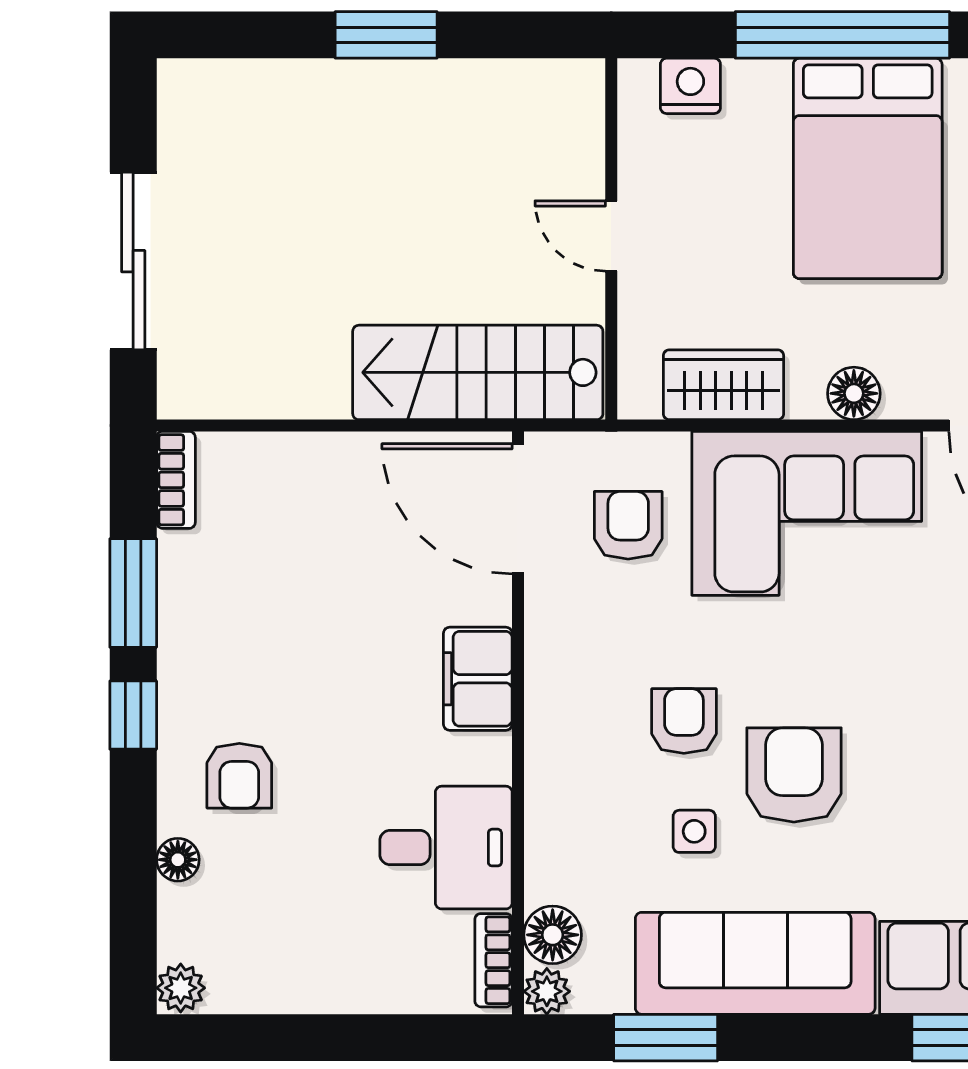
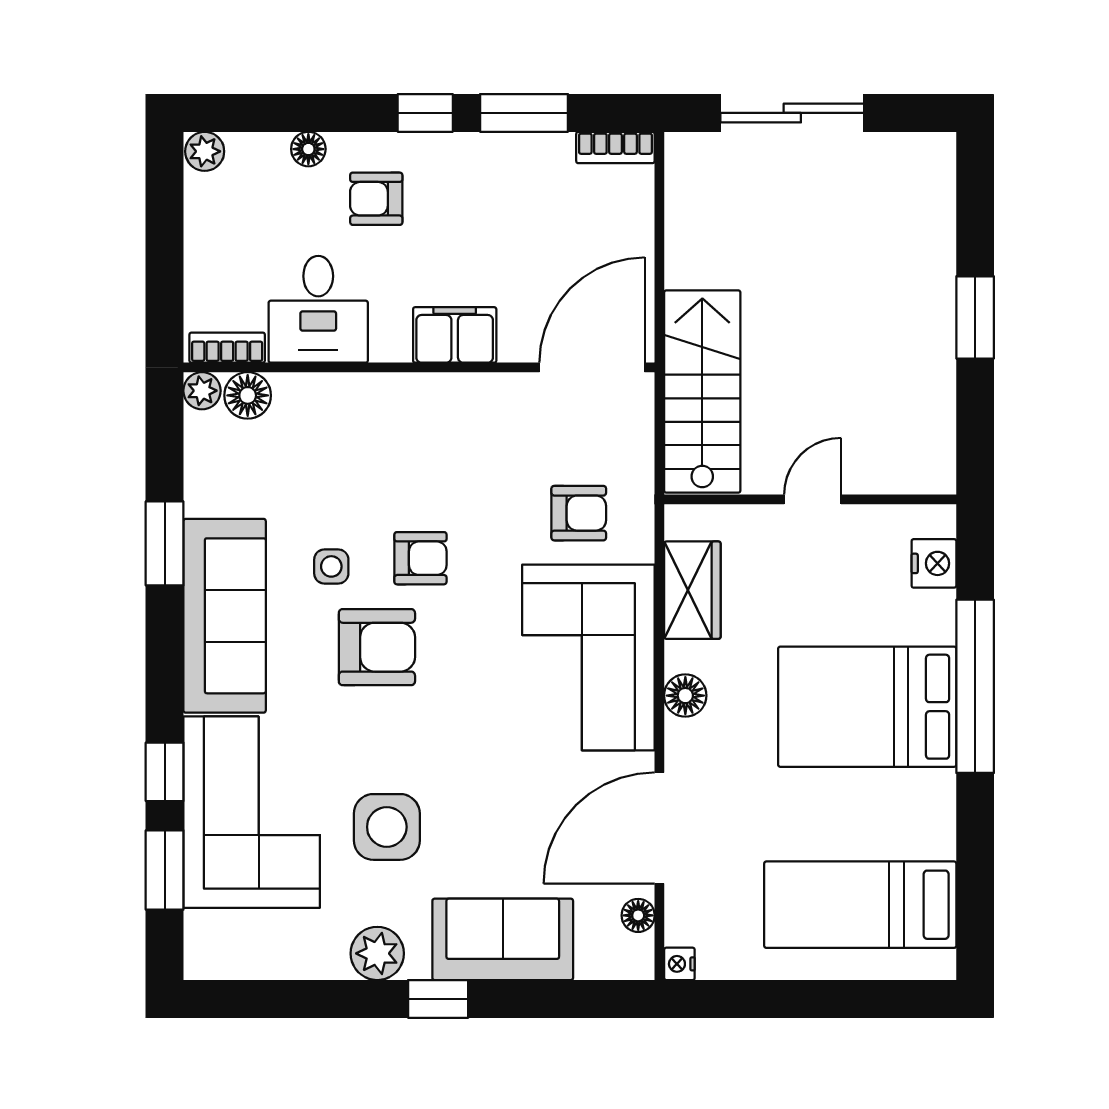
door: (518, 509) -> (592, 367), moved
filing cabinet: (478, 679) -> (455, 335), moved
wall: (518, 723) -> (419, 367), moved
desk: (446, 848) -> (318, 309), moved
floor lamp: (553, 935) -> (248, 395), moved
bookcase: (493, 960) -> (227, 348), moved
plant: (547, 991) -> (202, 391), moved

